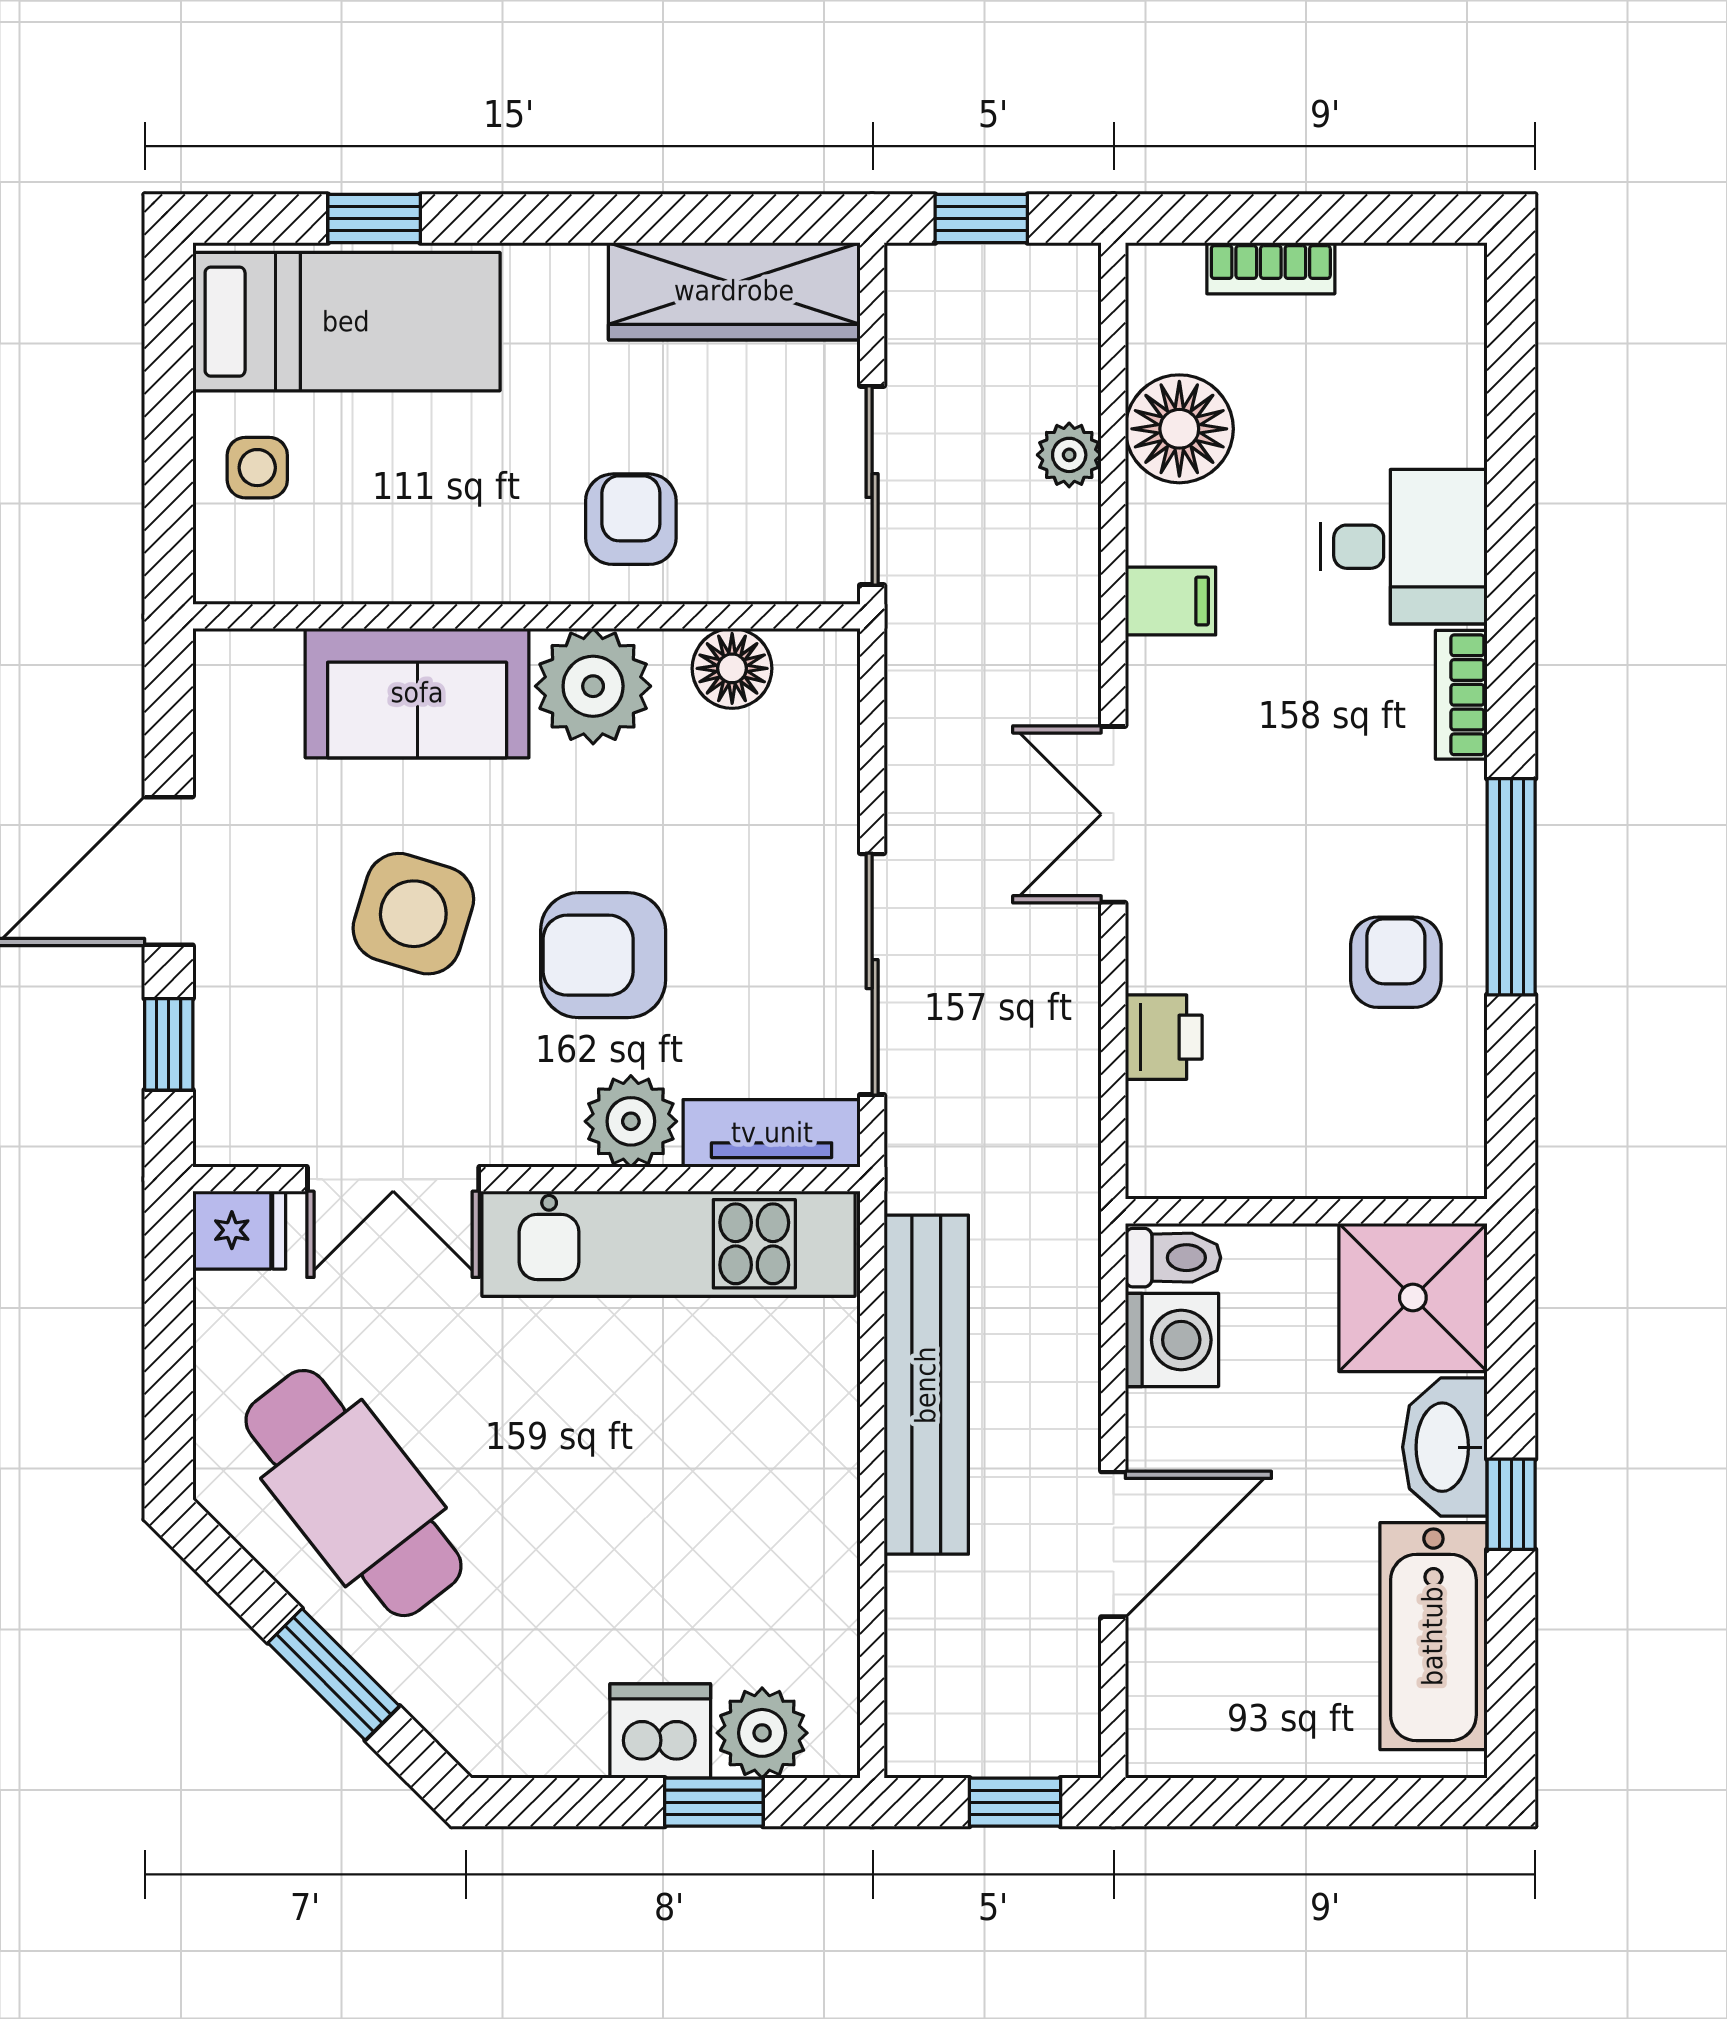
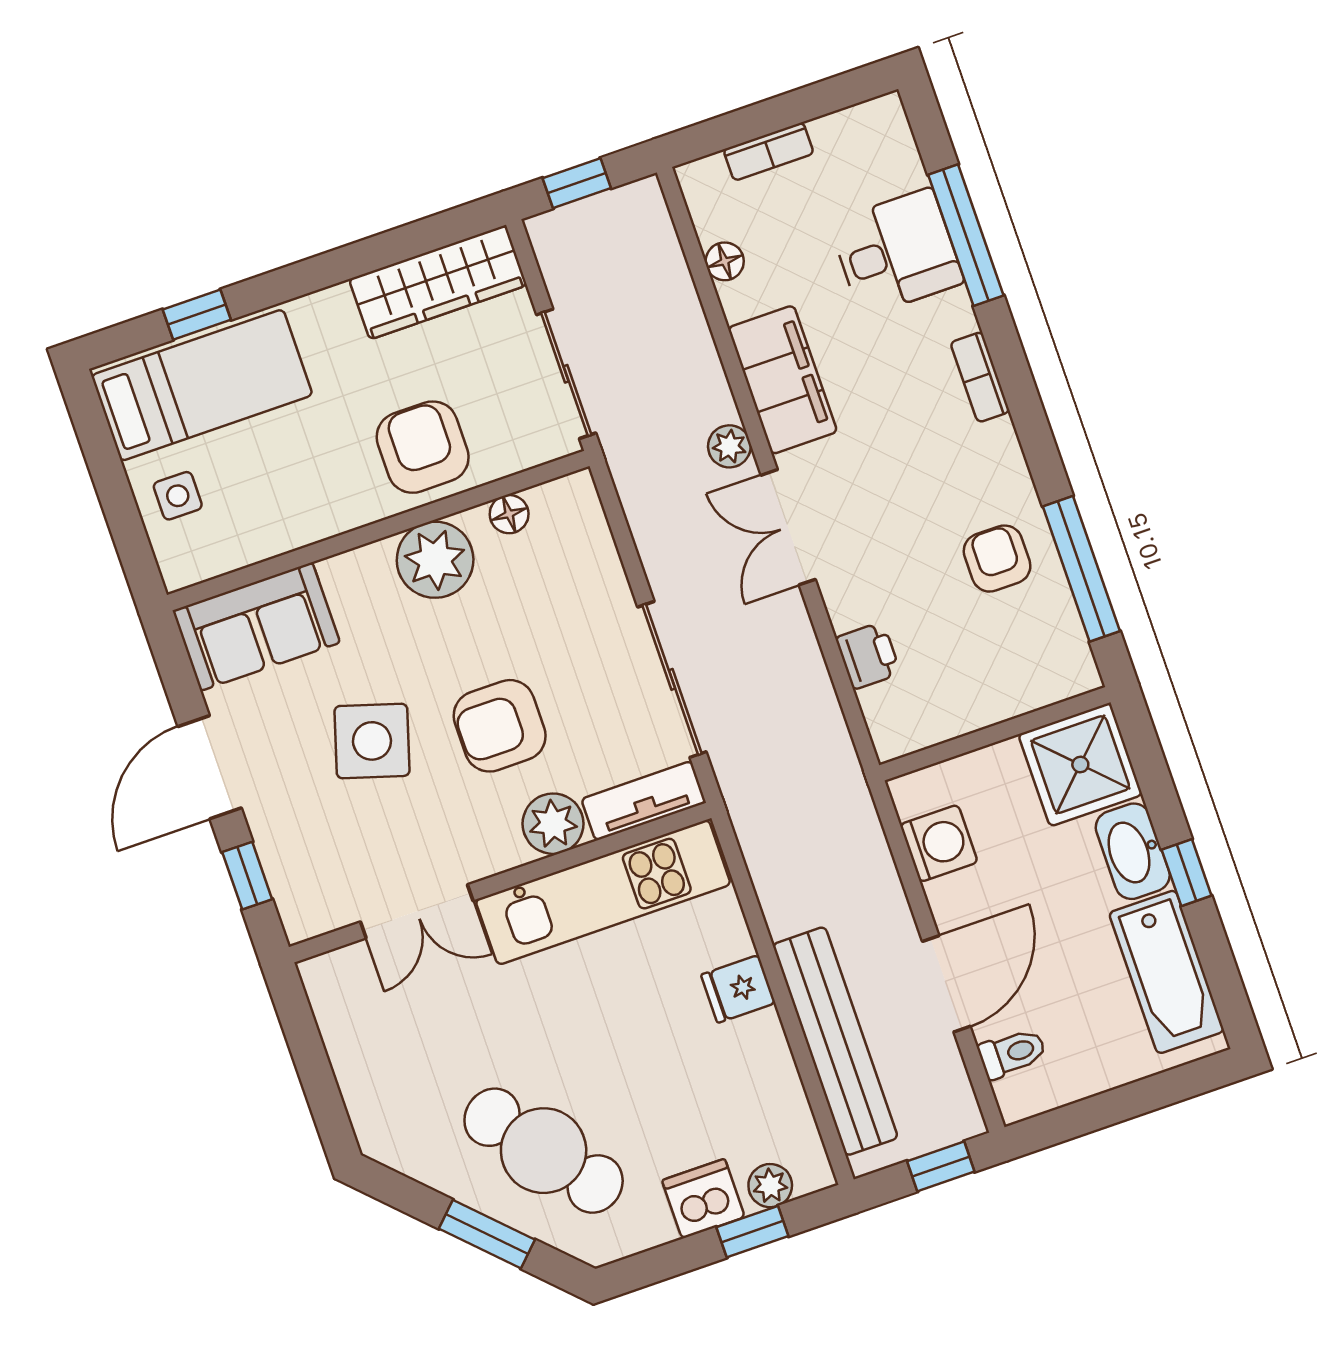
floor lamp: (1179, 429) -> (725, 261), width x0.53, depth x0.53
plant: (1069, 455) -> (729, 446), moved
window: (1511, 485) -> (966, 235), added
armchair: (631, 519) -> (423, 447), width x1.38, depth x1.38
desk: (1404, 547) -> (897, 252), moved
filing cabinet: (1170, 601) -> (783, 380), width x3.00, depth x1.17
floor lamp: (732, 668) -> (509, 514), width x0.73, depth x0.73
sofa: (417, 693) -> (256, 627), moved
window: (1511, 887) -> (1081, 569), moved
fridge: (239, 1230) -> (738, 989), moved, turned 180
toilet: (1173, 1258) -> (1012, 1053), moved
bench: (926, 1385) -> (835, 1041), moved
cafe table: (354, 1493) -> (544, 1151), moved
plant: (762, 1733) -> (770, 1186), width x0.73, depth x0.73

